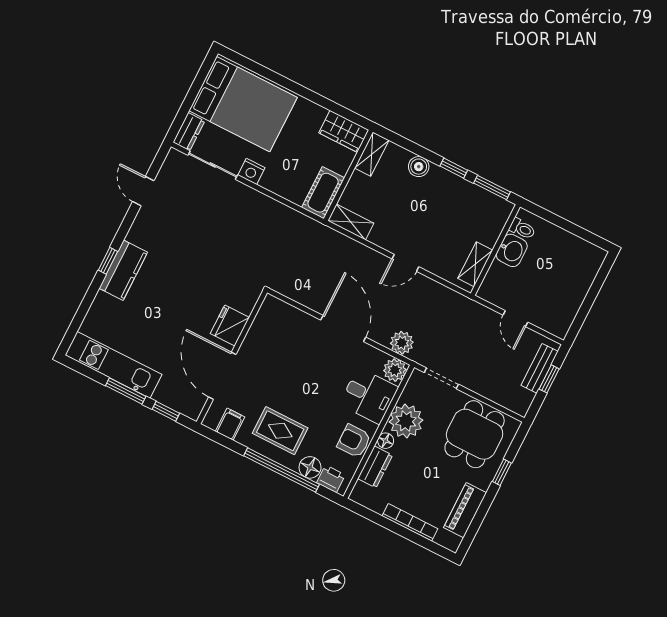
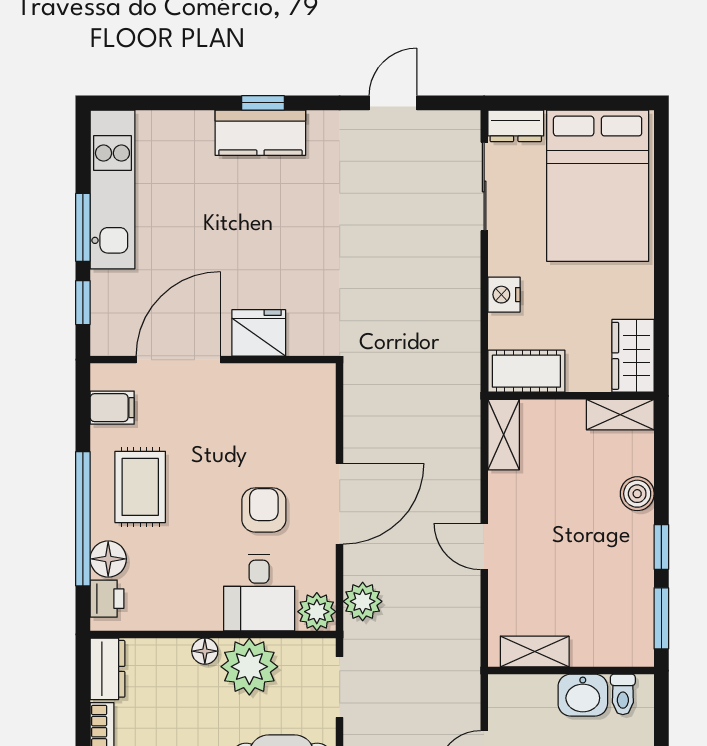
nightstand: (251, 171) -> (504, 295), moved
armchair: (354, 441) -> (264, 510), moved
dresser: (375, 467) -> (107, 669), moved, turned -90

